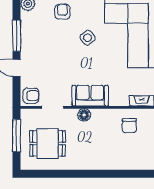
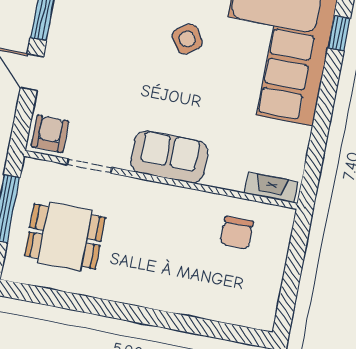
armchair: (31, 96) -> (50, 134), turned -90
floor lamp: (84, 115) -> (150, 193), removed

